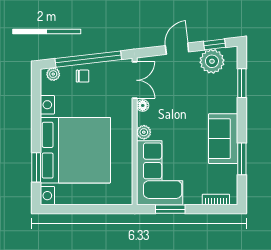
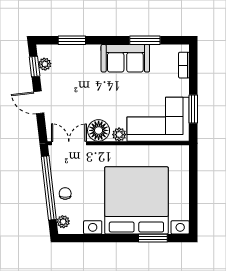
plant: (212, 61) -> (45, 64), width x0.53, depth x0.53
floor lamp: (143, 106) -> (99, 130), width x1.89, depth x1.89

